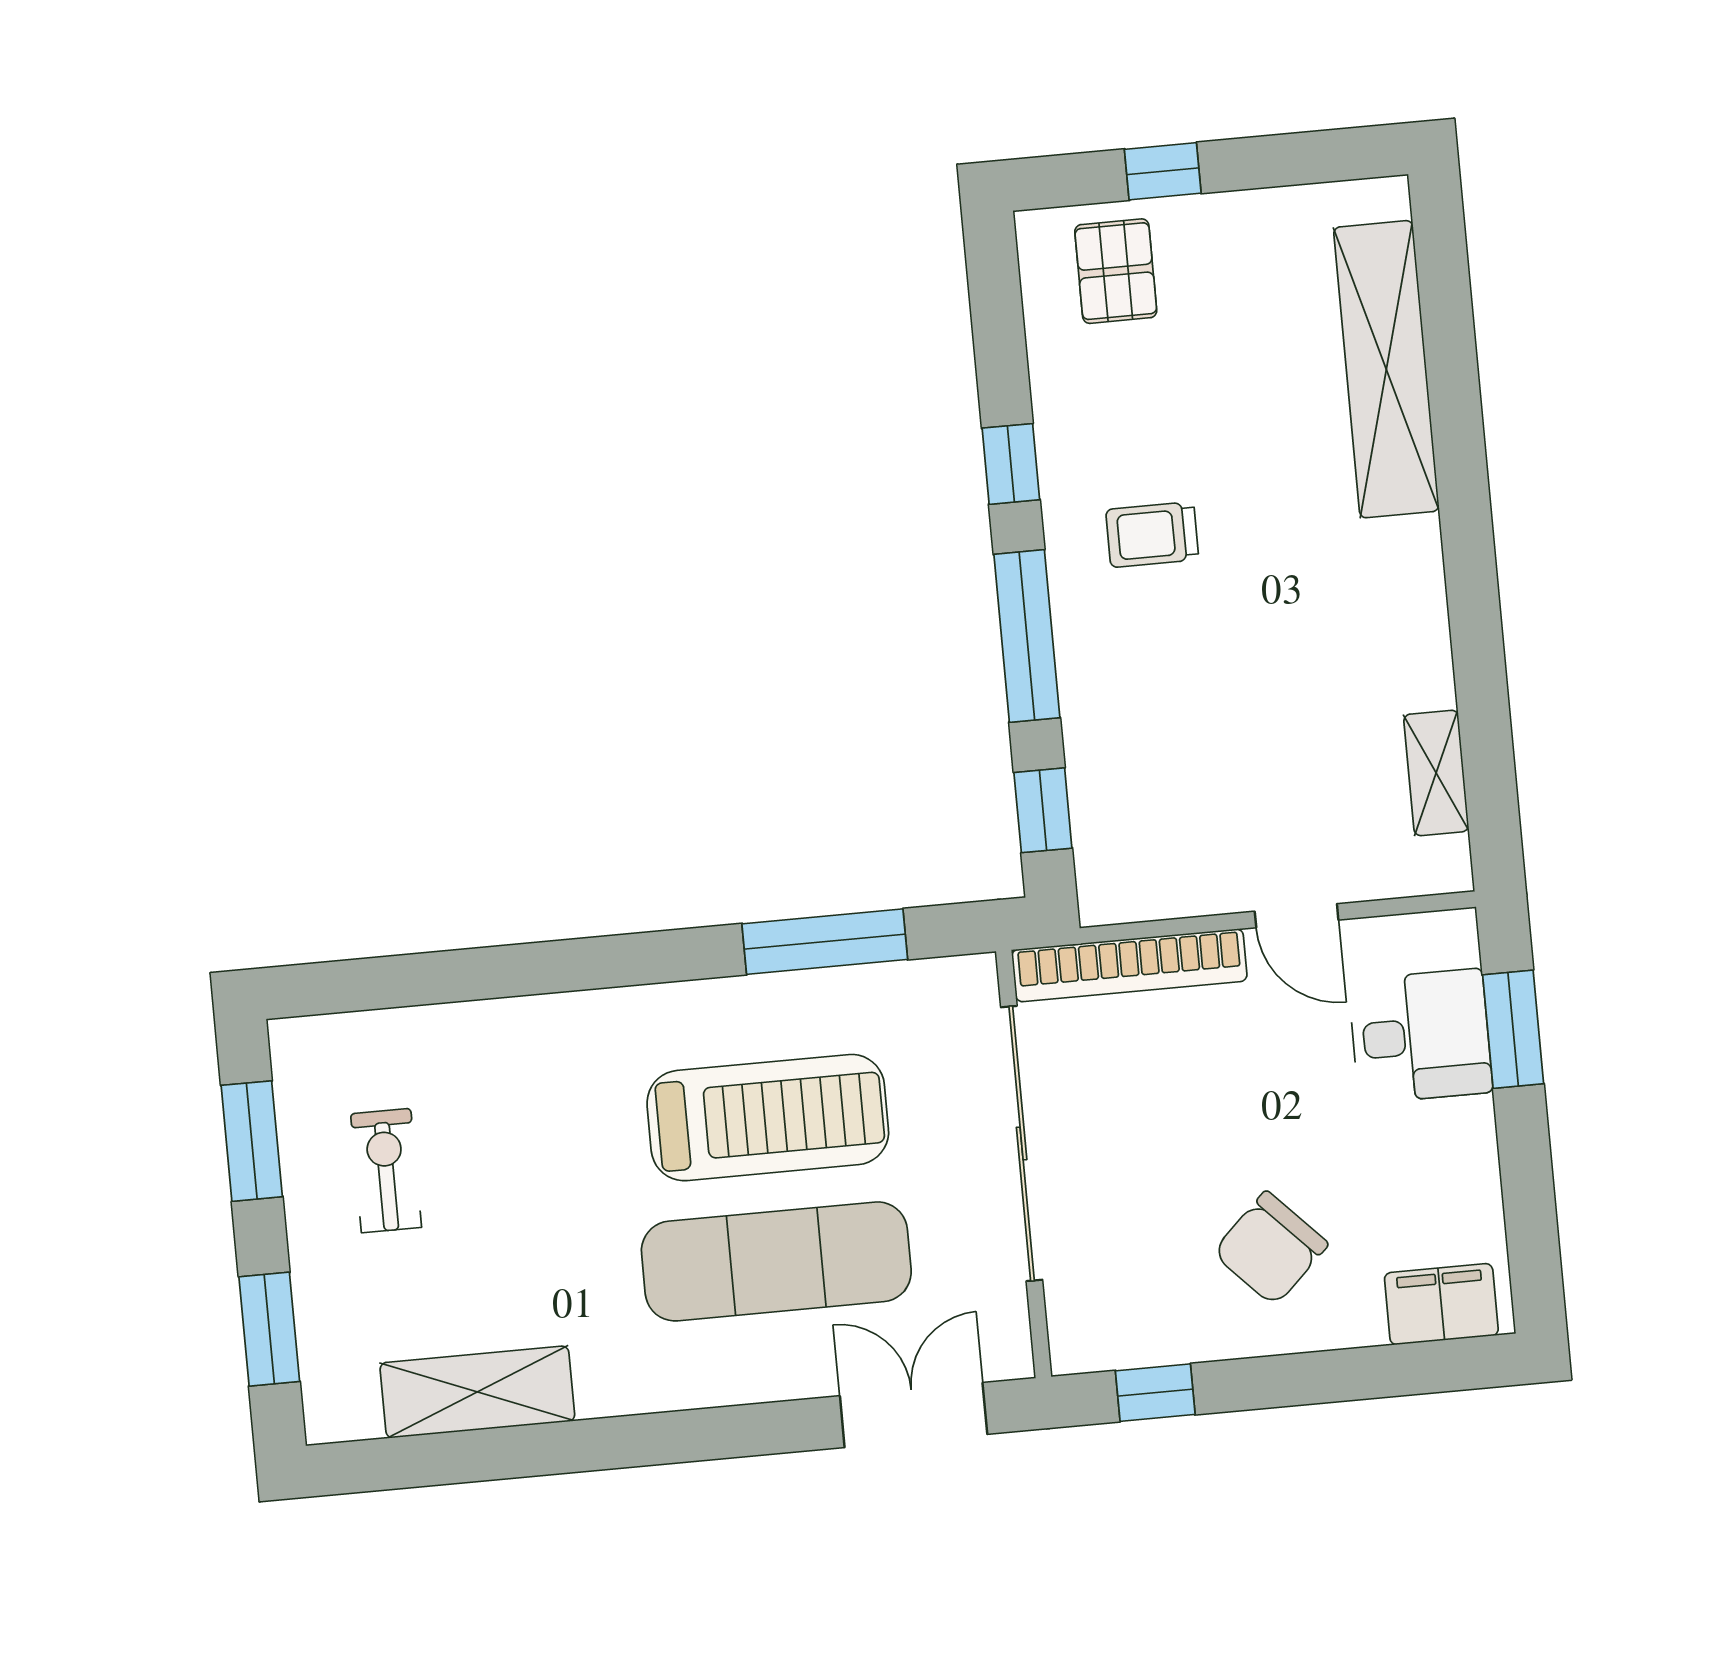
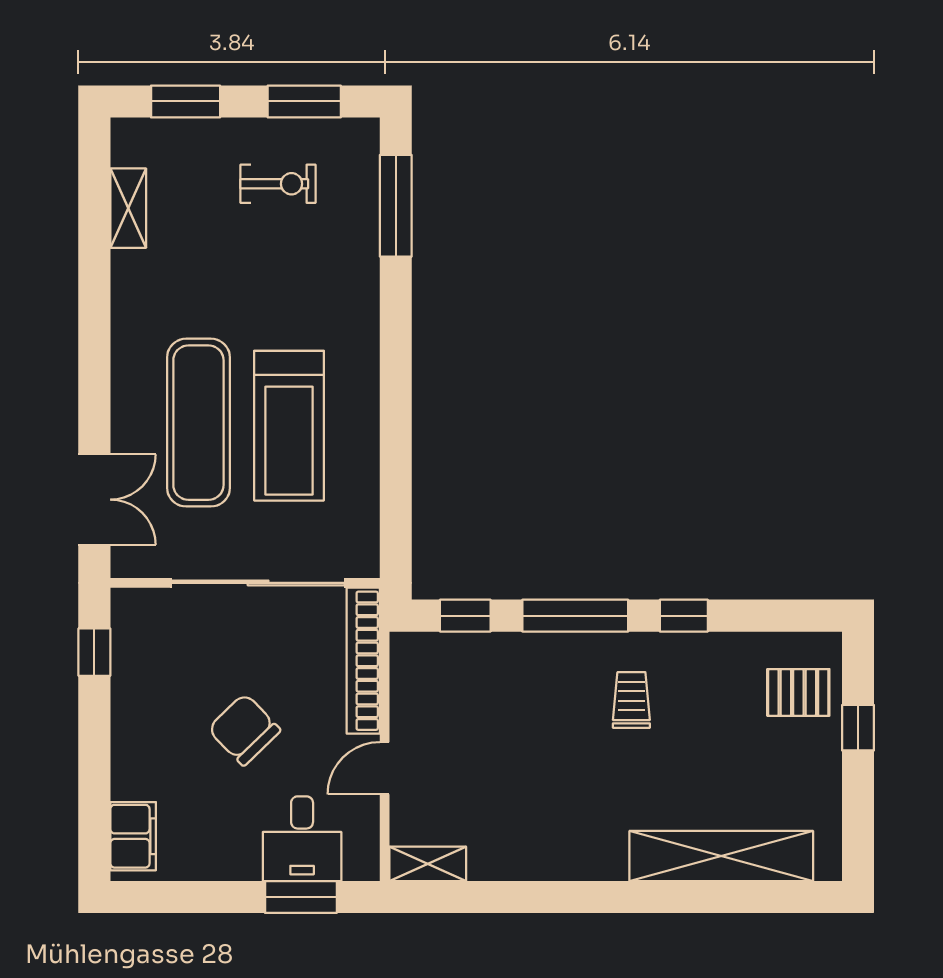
shelving: (1436, 773) -> (428, 864), moved
window: (825, 942) -> (396, 206), moved
chair: (1270, 1248) -> (244, 730), moved
shelving: (477, 1392) -> (128, 208), width x0.67, depth x0.75

